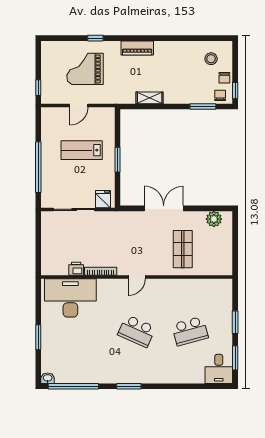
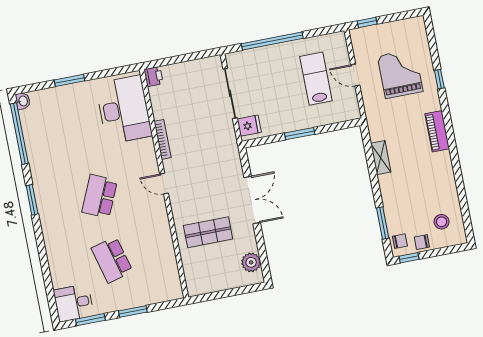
lab bench: (82, 150) -> (316, 79), moved
printer: (76, 269) -> (153, 76), moved

